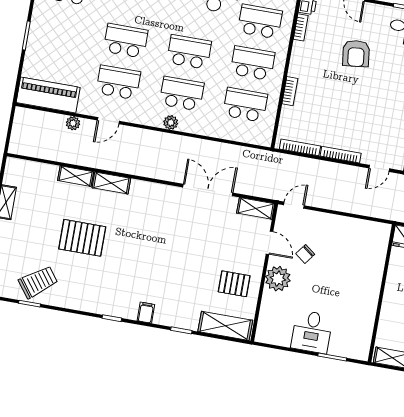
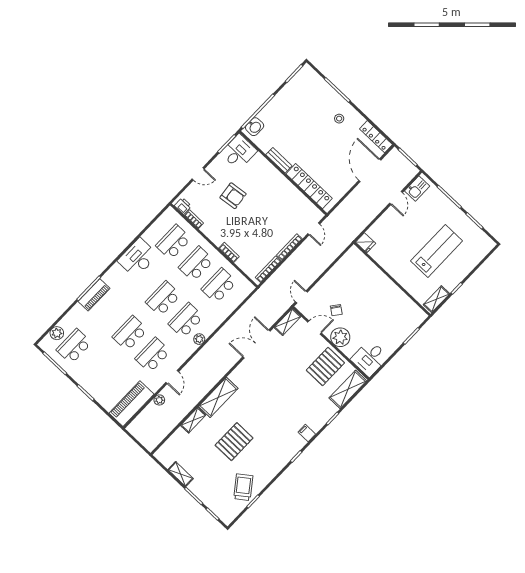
shelving: (111, 183) -> (218, 397), width x1.50, depth x1.33
pallet: (234, 284) -> (325, 366), width x1.50, depth x1.42
desk: (312, 332) -> (370, 358), moved, turned 90

